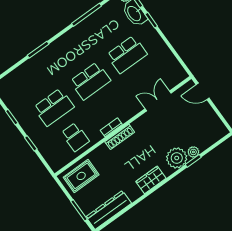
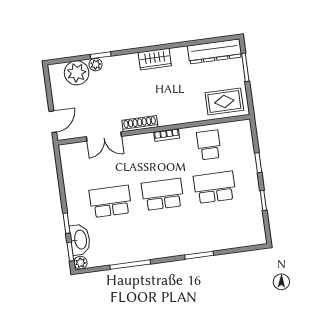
door: (203, 91) -> (53, 122), hinge flipped
shoe rack: (120, 137) -> (140, 124), moved
plant: (177, 158) -> (77, 73), moved

